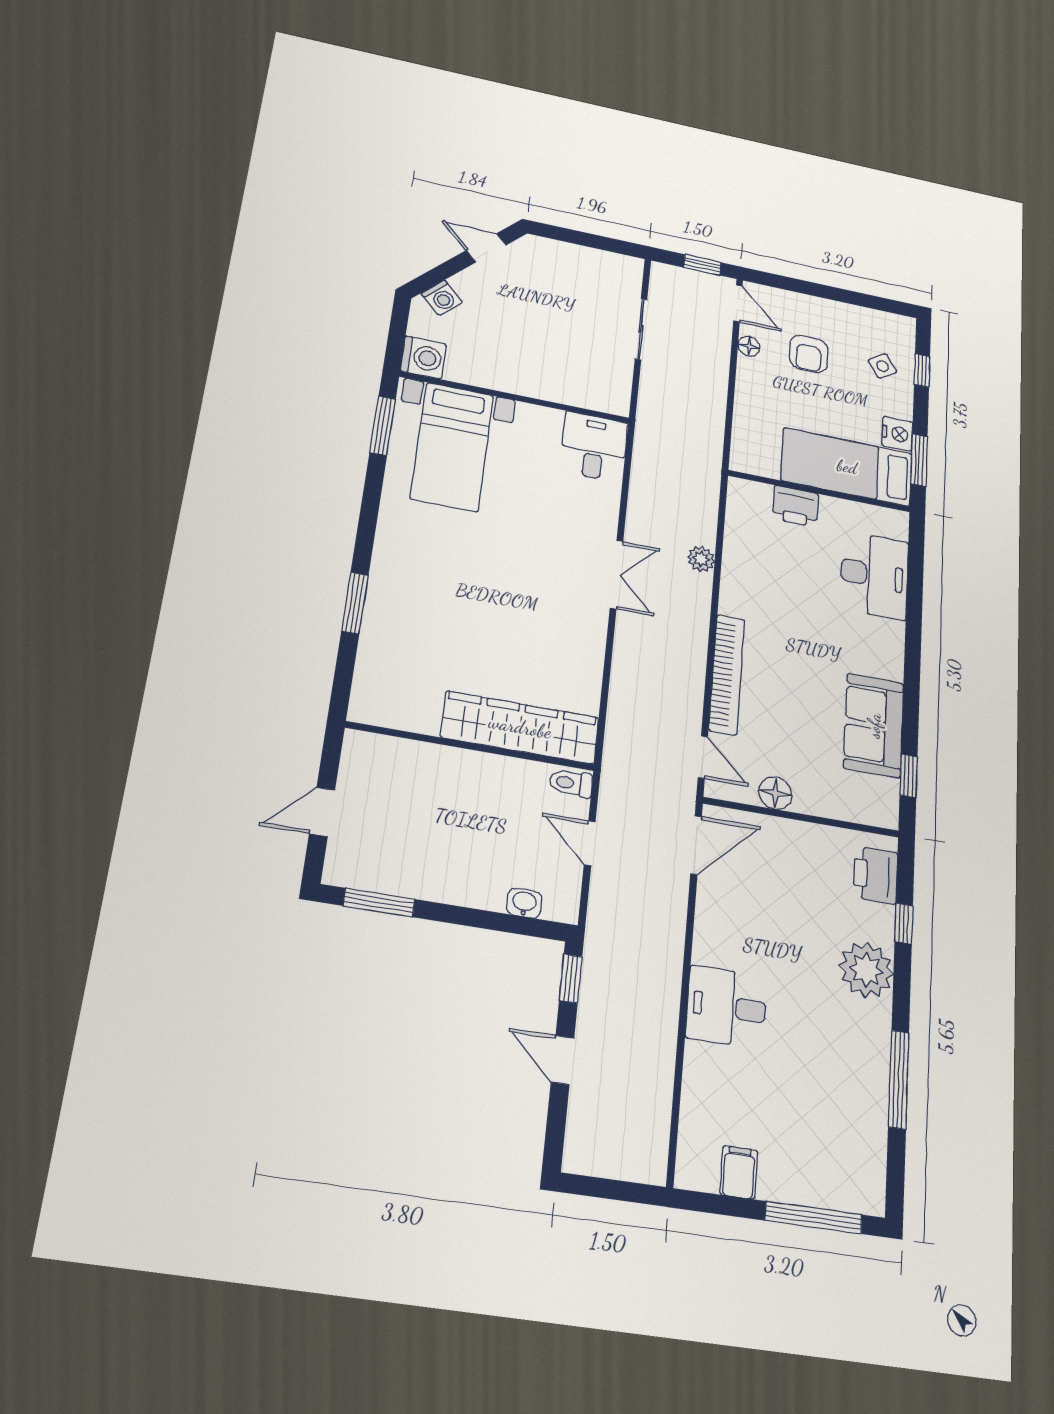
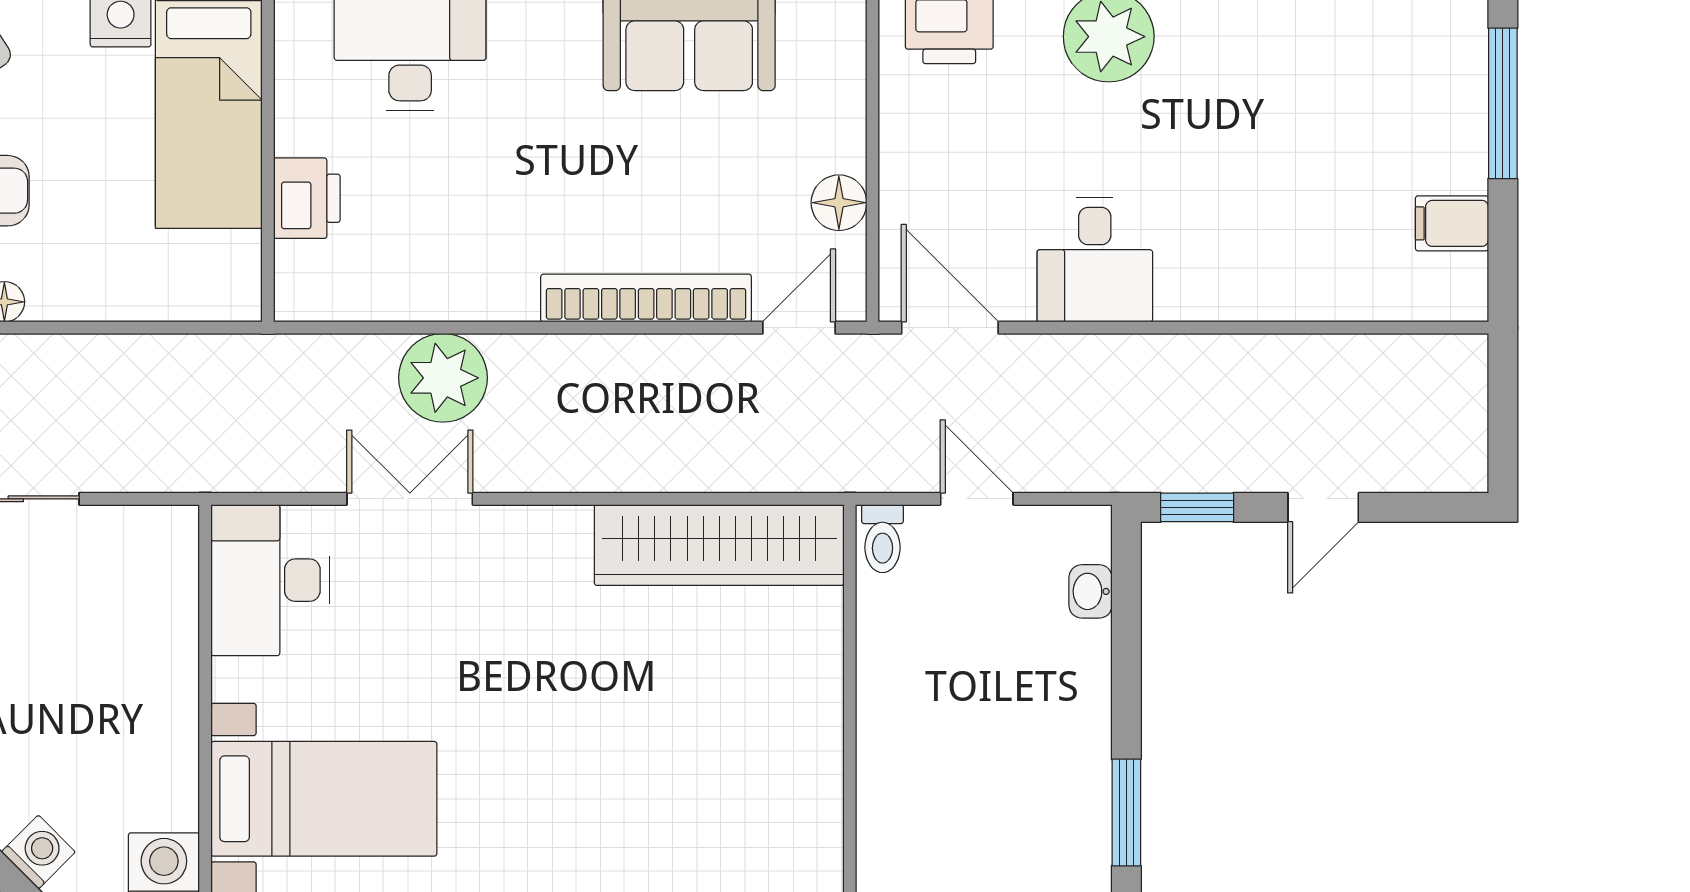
desk: (594, 447) -> (270, 580), width x1.37
plant: (701, 559) -> (443, 378), width x1.88, depth x1.88
double door: (617, 575) -> (410, 499), moved
wardrobe: (520, 727) -> (719, 545), moved, turned -90
door: (590, 843) -> (977, 499), swing flipped
desk: (727, 1007) -> (1095, 260), moved

